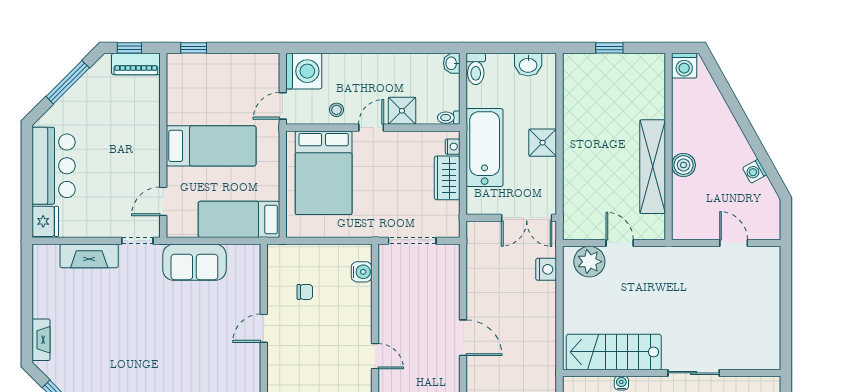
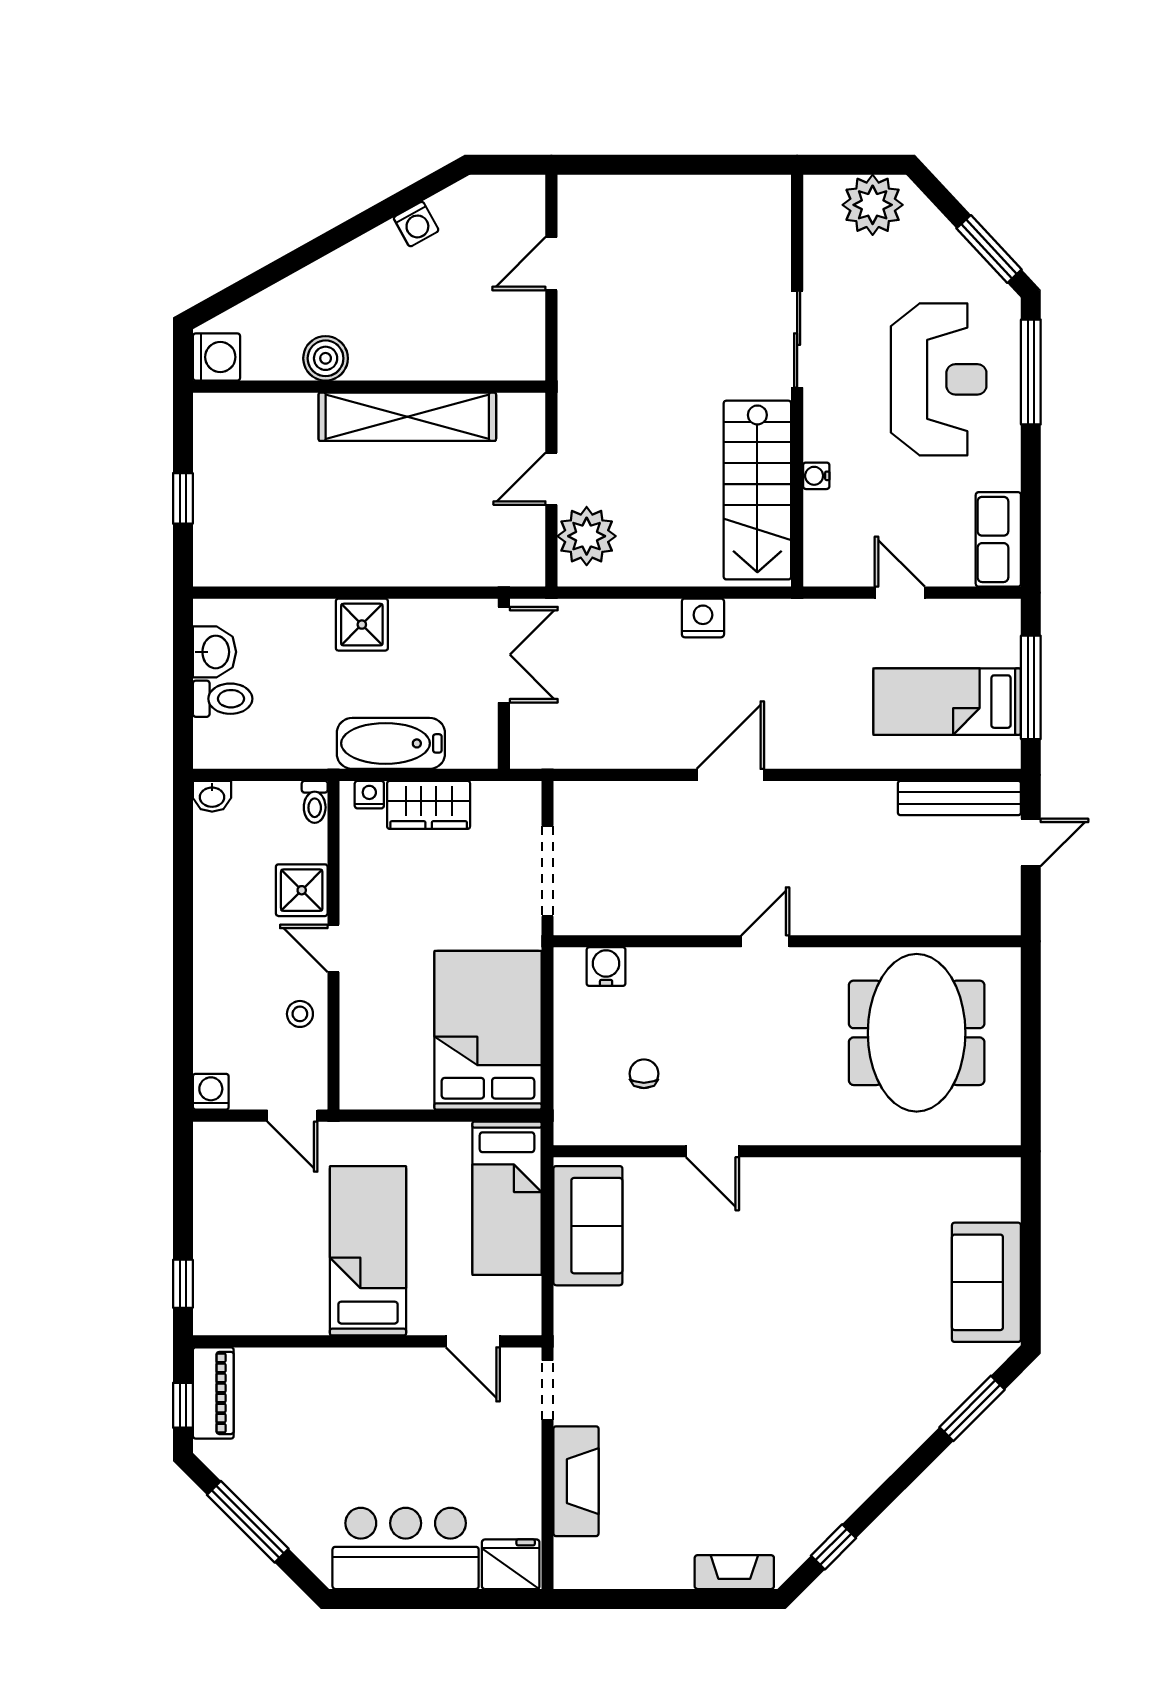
toilet: (476, 69) -> (223, 699), moved
washing machine: (304, 71) -> (211, 1092), width x0.53, depth x0.53
bathtub: (485, 148) -> (391, 743), width x0.73, depth x0.73
boiler: (683, 165) -> (326, 358), moved
bed: (324, 173) -> (488, 1030), moved, turned -90
sofa: (194, 262) -> (588, 1226), moved
nightstand: (546, 269) -> (703, 618), moved

